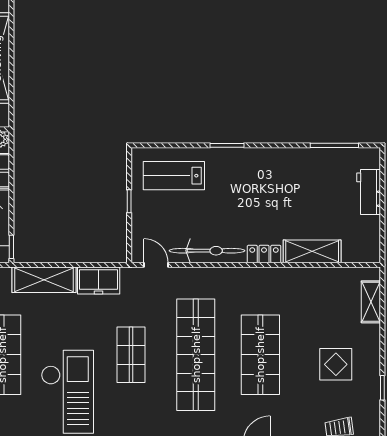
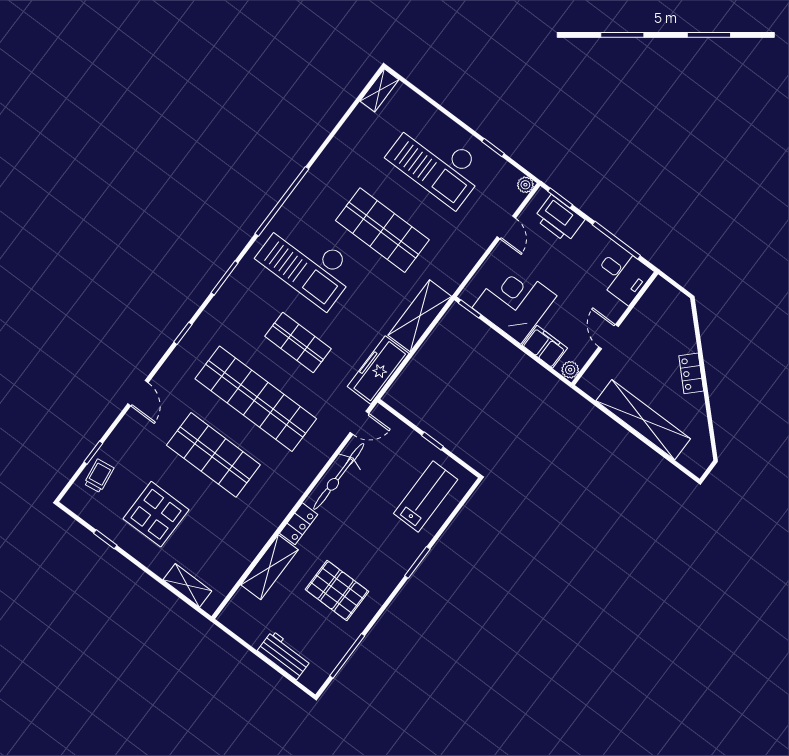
pallet: (292, 189) -> (337, 590), added
freezer: (99, 281) -> (378, 370), width x1.40
display table: (336, 364) -> (156, 514), width x1.36, depth x1.36

